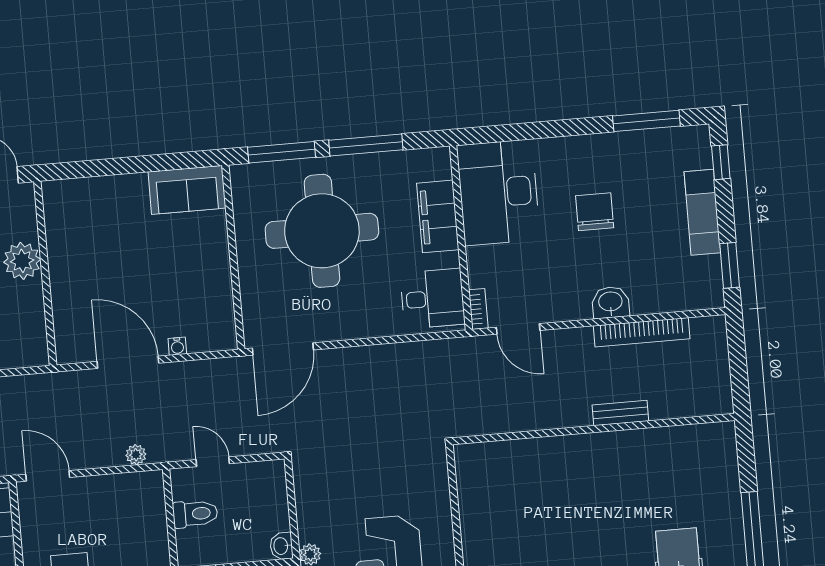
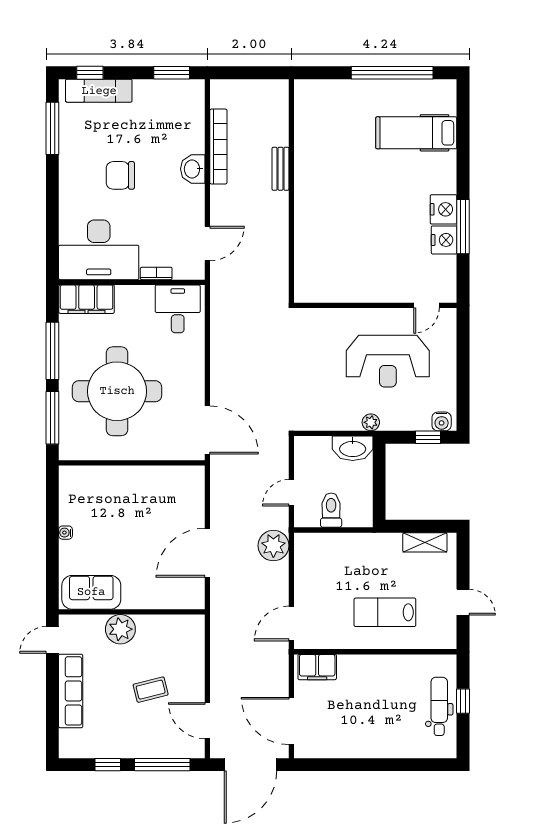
sofa: (187, 190) -> (91, 592), moved, turned -90
exam couch: (702, 212) -> (99, 91), moved
filing cabinet: (438, 216) -> (87, 299), moved
bookcase: (478, 309) -> (156, 273), moved
water cooler: (177, 346) -> (66, 533), moved, turned 180
plant: (136, 455) -> (273, 546), width x1.88, depth x1.88
washbasin: (281, 546) -> (353, 448), width x1.91, depth x1.45

